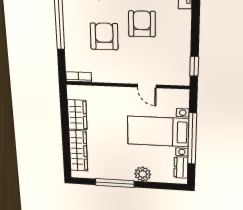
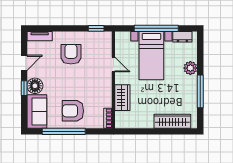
armchair: (142, 24) -> (71, 54), moved, turned 90
armchair: (104, 36) -> (73, 111), moved
door: (147, 86) -> (113, 65), hinge flipped
wardrobe: (77, 115) -> (122, 98), moved, turned 90

